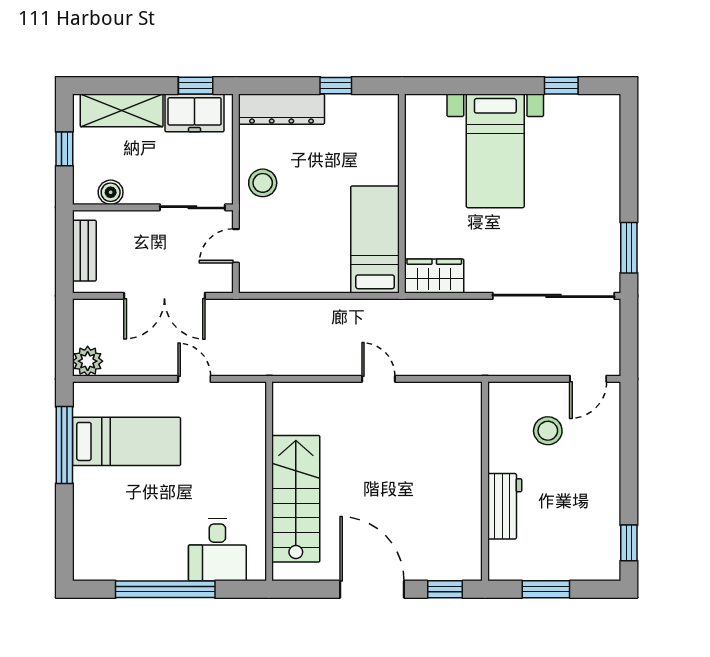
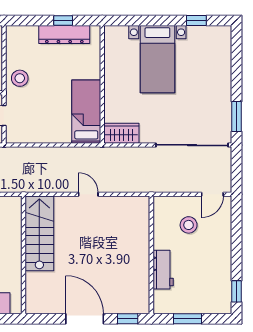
dresser: (282, 109) -> (64, 35), moved
stairs: (296, 499) -> (39, 233), moved

